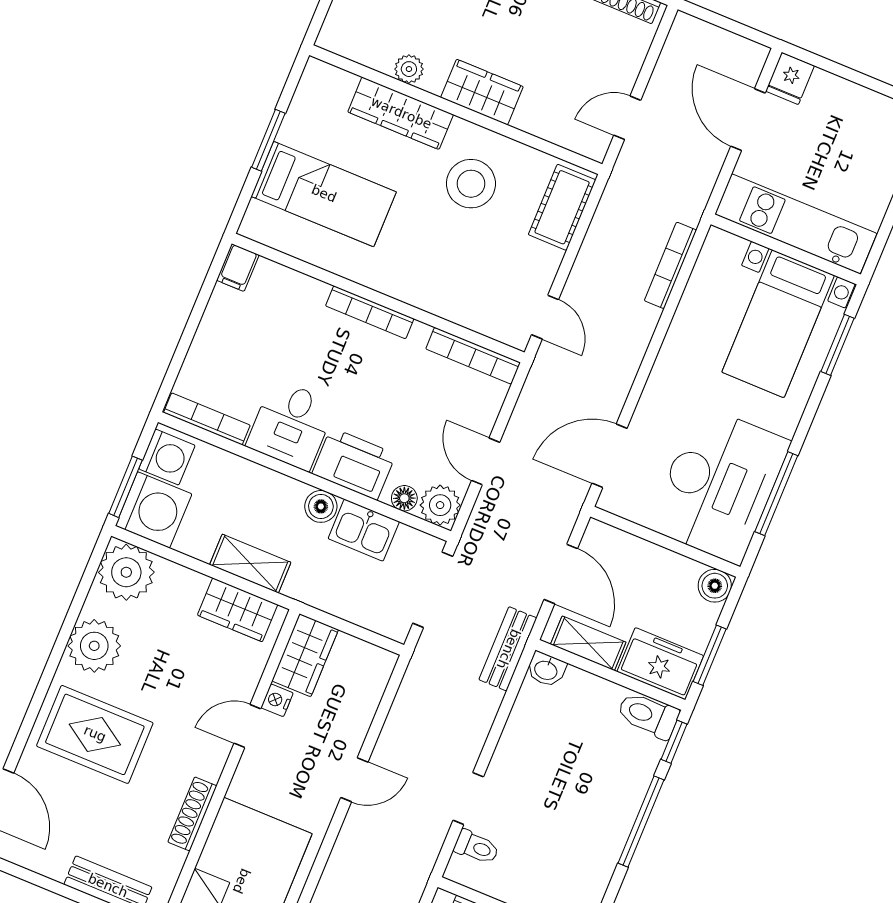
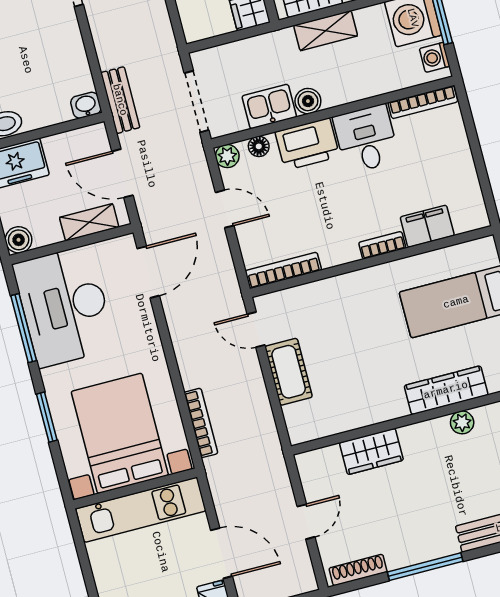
wardrobe: (482, 92) -> (371, 451), moved
door: (627, 118) -> (306, 522), moved
stool: (471, 184) -> (367, 379), removed
cot: (562, 207) -> (289, 372), moved
filing cabinet: (238, 267) -> (427, 226), moved, width x2.00
bookcase: (370, 312) -> (382, 245), width x0.64
bed with nightstands: (778, 324) -> (120, 433), width x1.36
window: (838, 345) -> (47, 417), moved
washing machine: (167, 457) -> (435, 57), width x0.73, depth x0.73
plant: (440, 505) -> (227, 156), width x0.73, depth x0.73
shelving: (588, 643) -> (89, 222), moved

